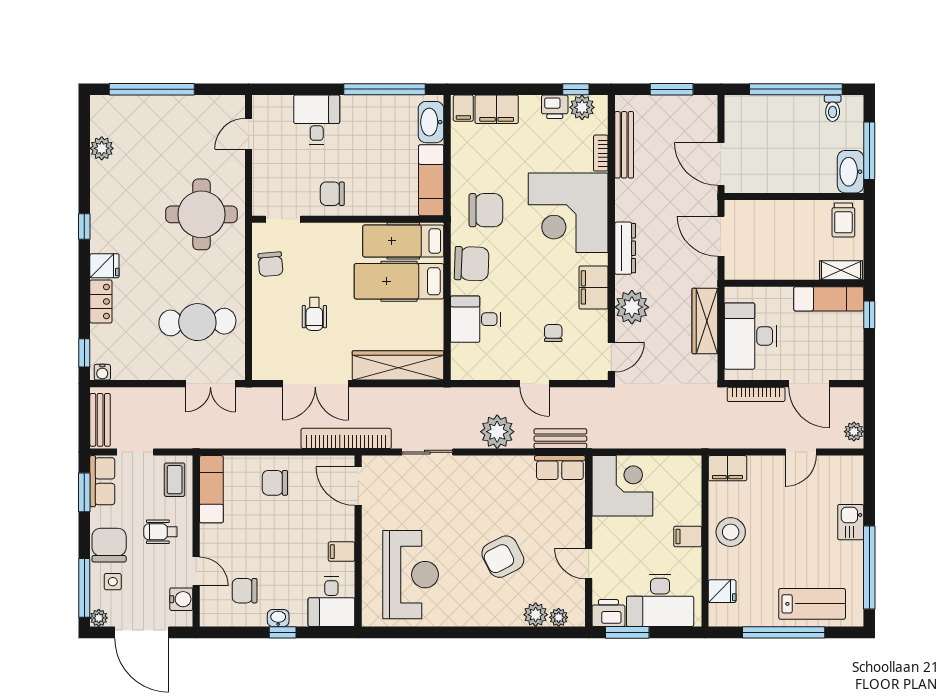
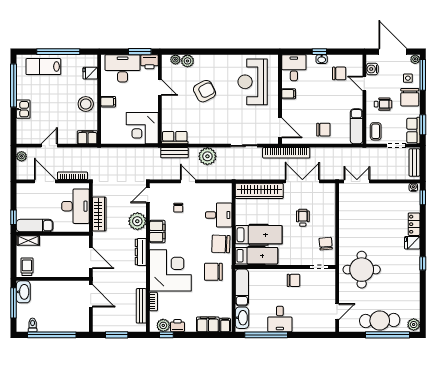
desk: (317, 120) -> (280, 319), moved
plant: (102, 148) -> (414, 325), moved
cafe table: (197, 322) -> (380, 320), moved

